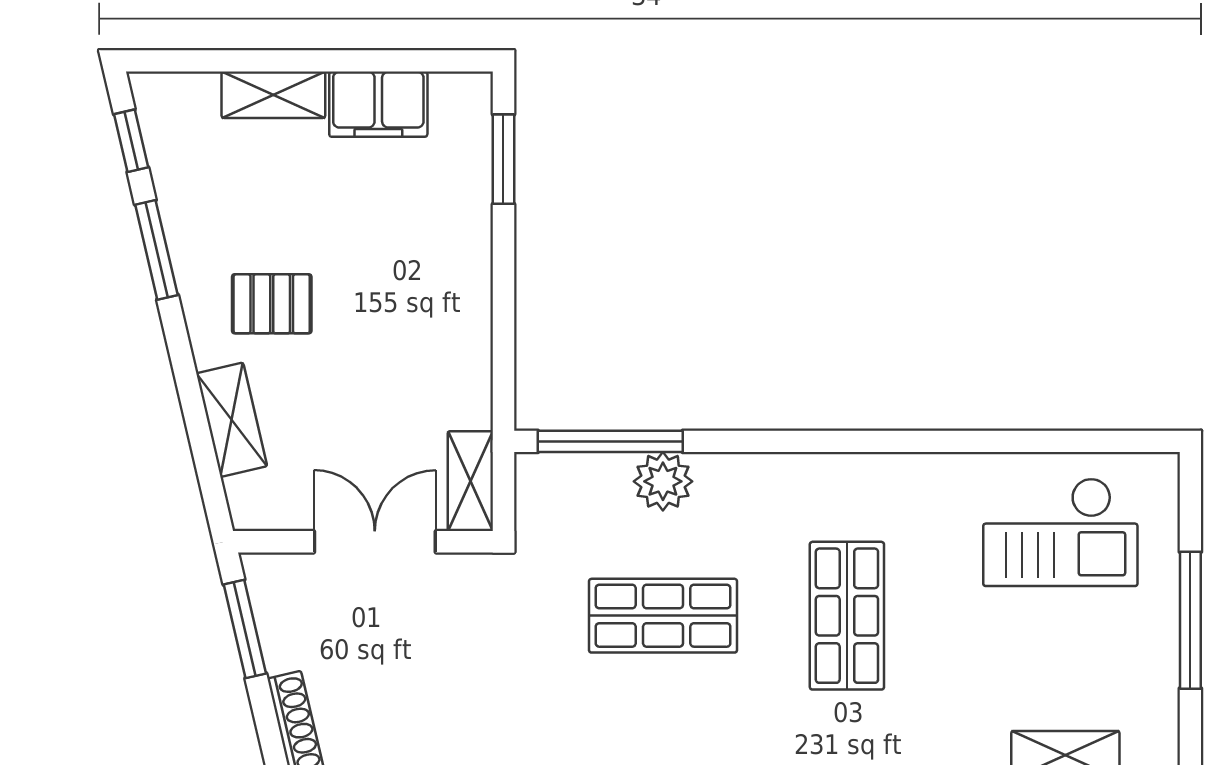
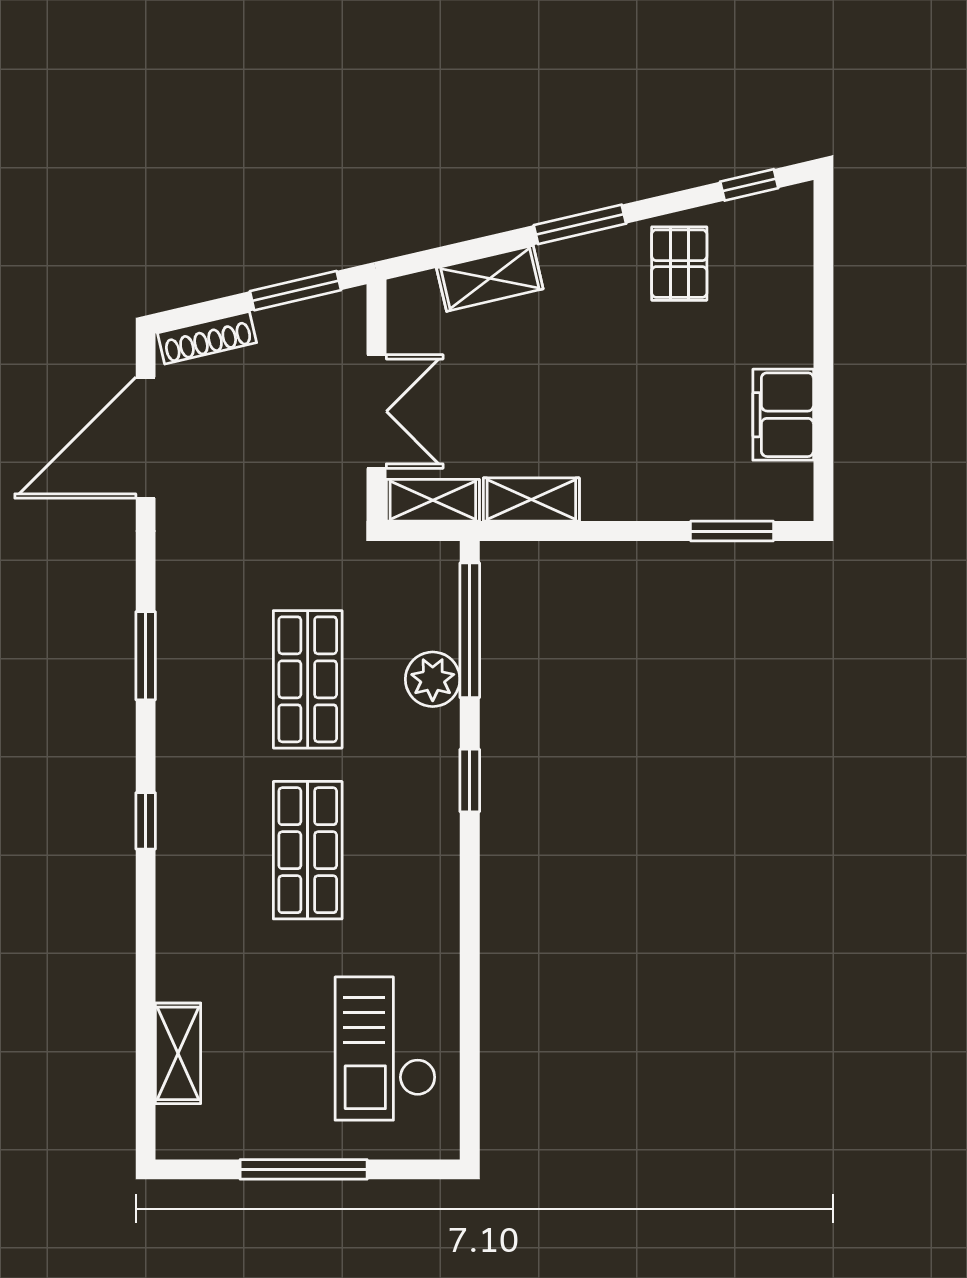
shelving: (273, 95) -> (531, 500), moved, turned 90
window: (156, 250) -> (580, 224), moved
pallet: (272, 304) -> (679, 264), moved
window: (772, 441) -> (470, 780), added
shop shelf: (847, 616) -> (308, 850), turned 90

